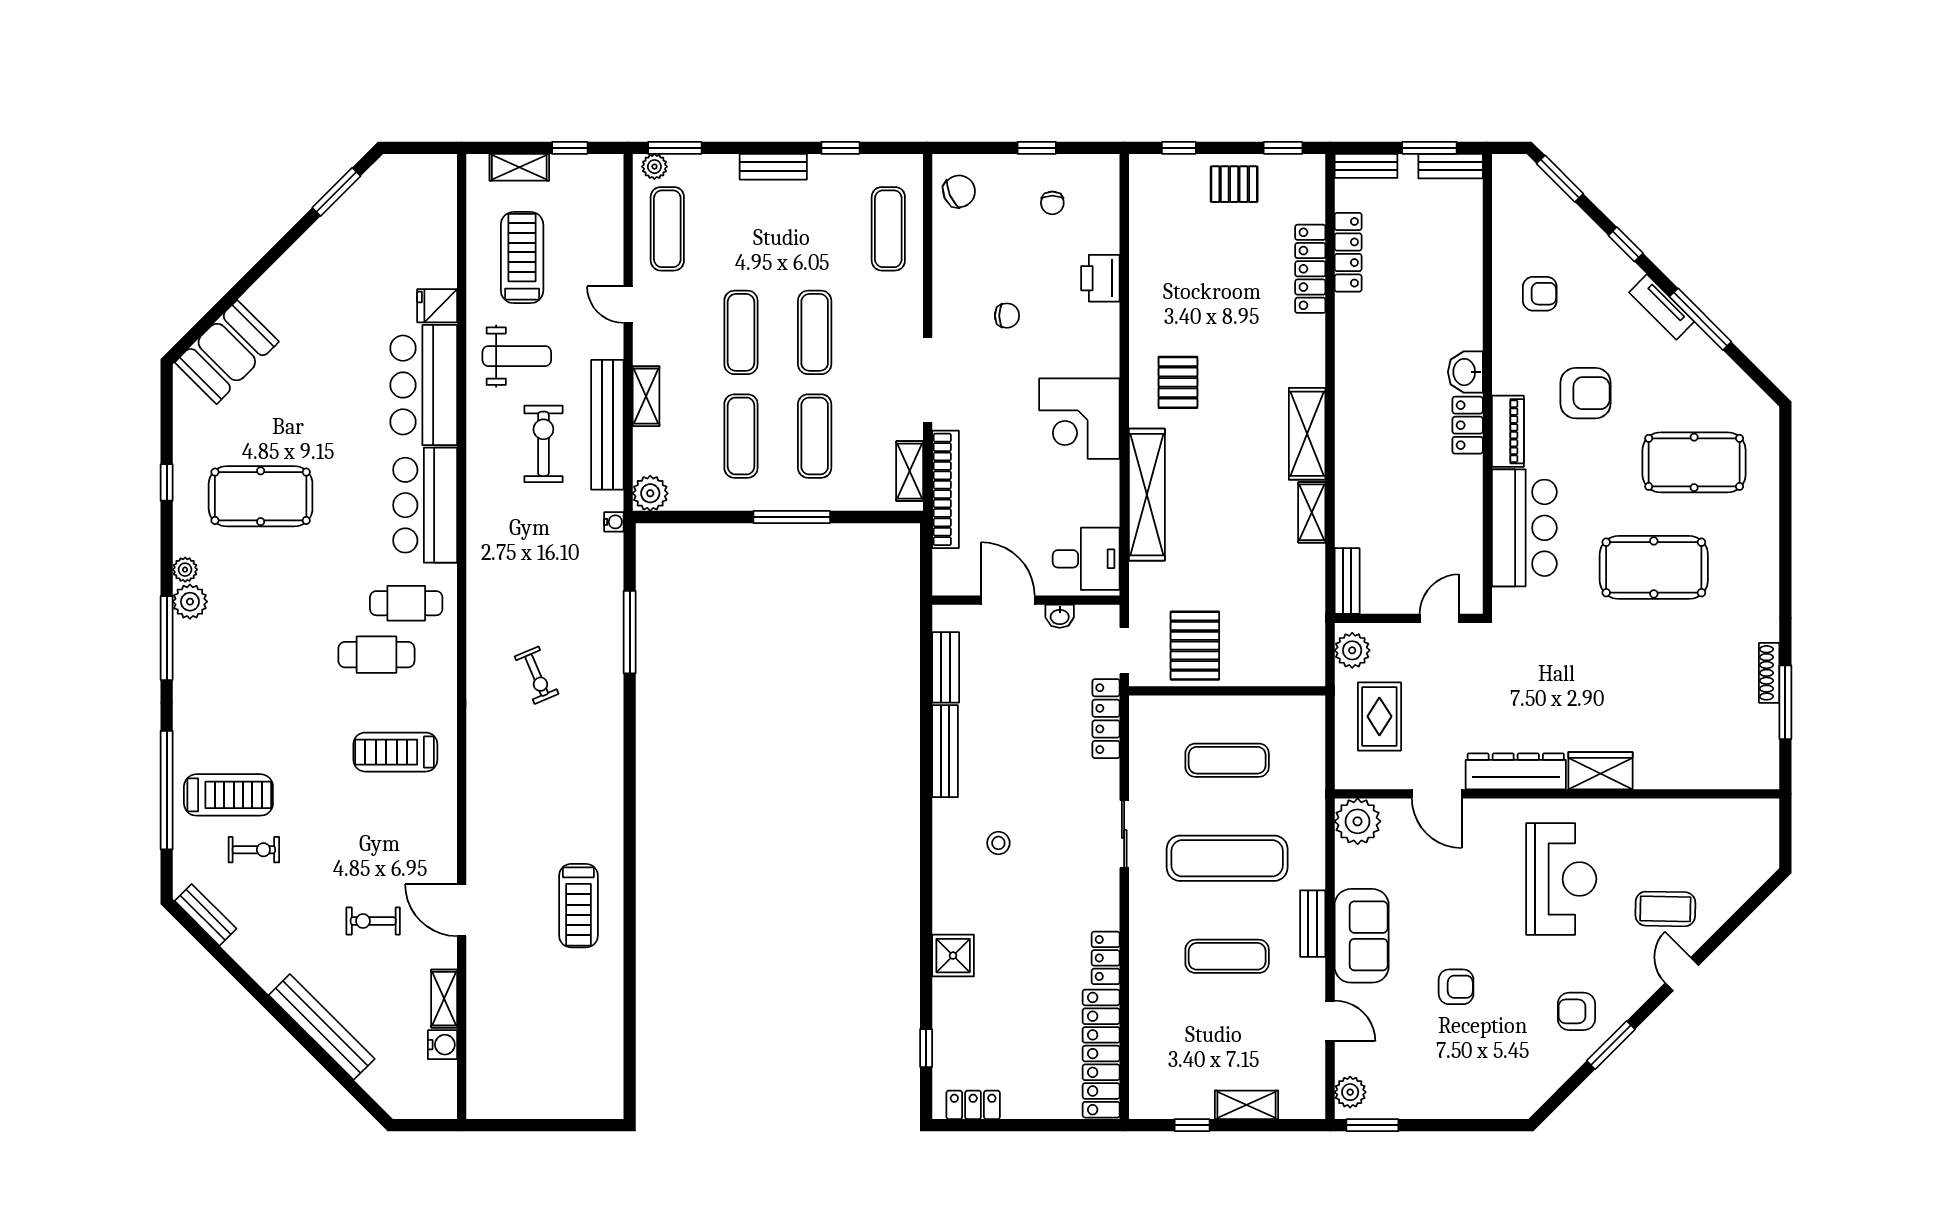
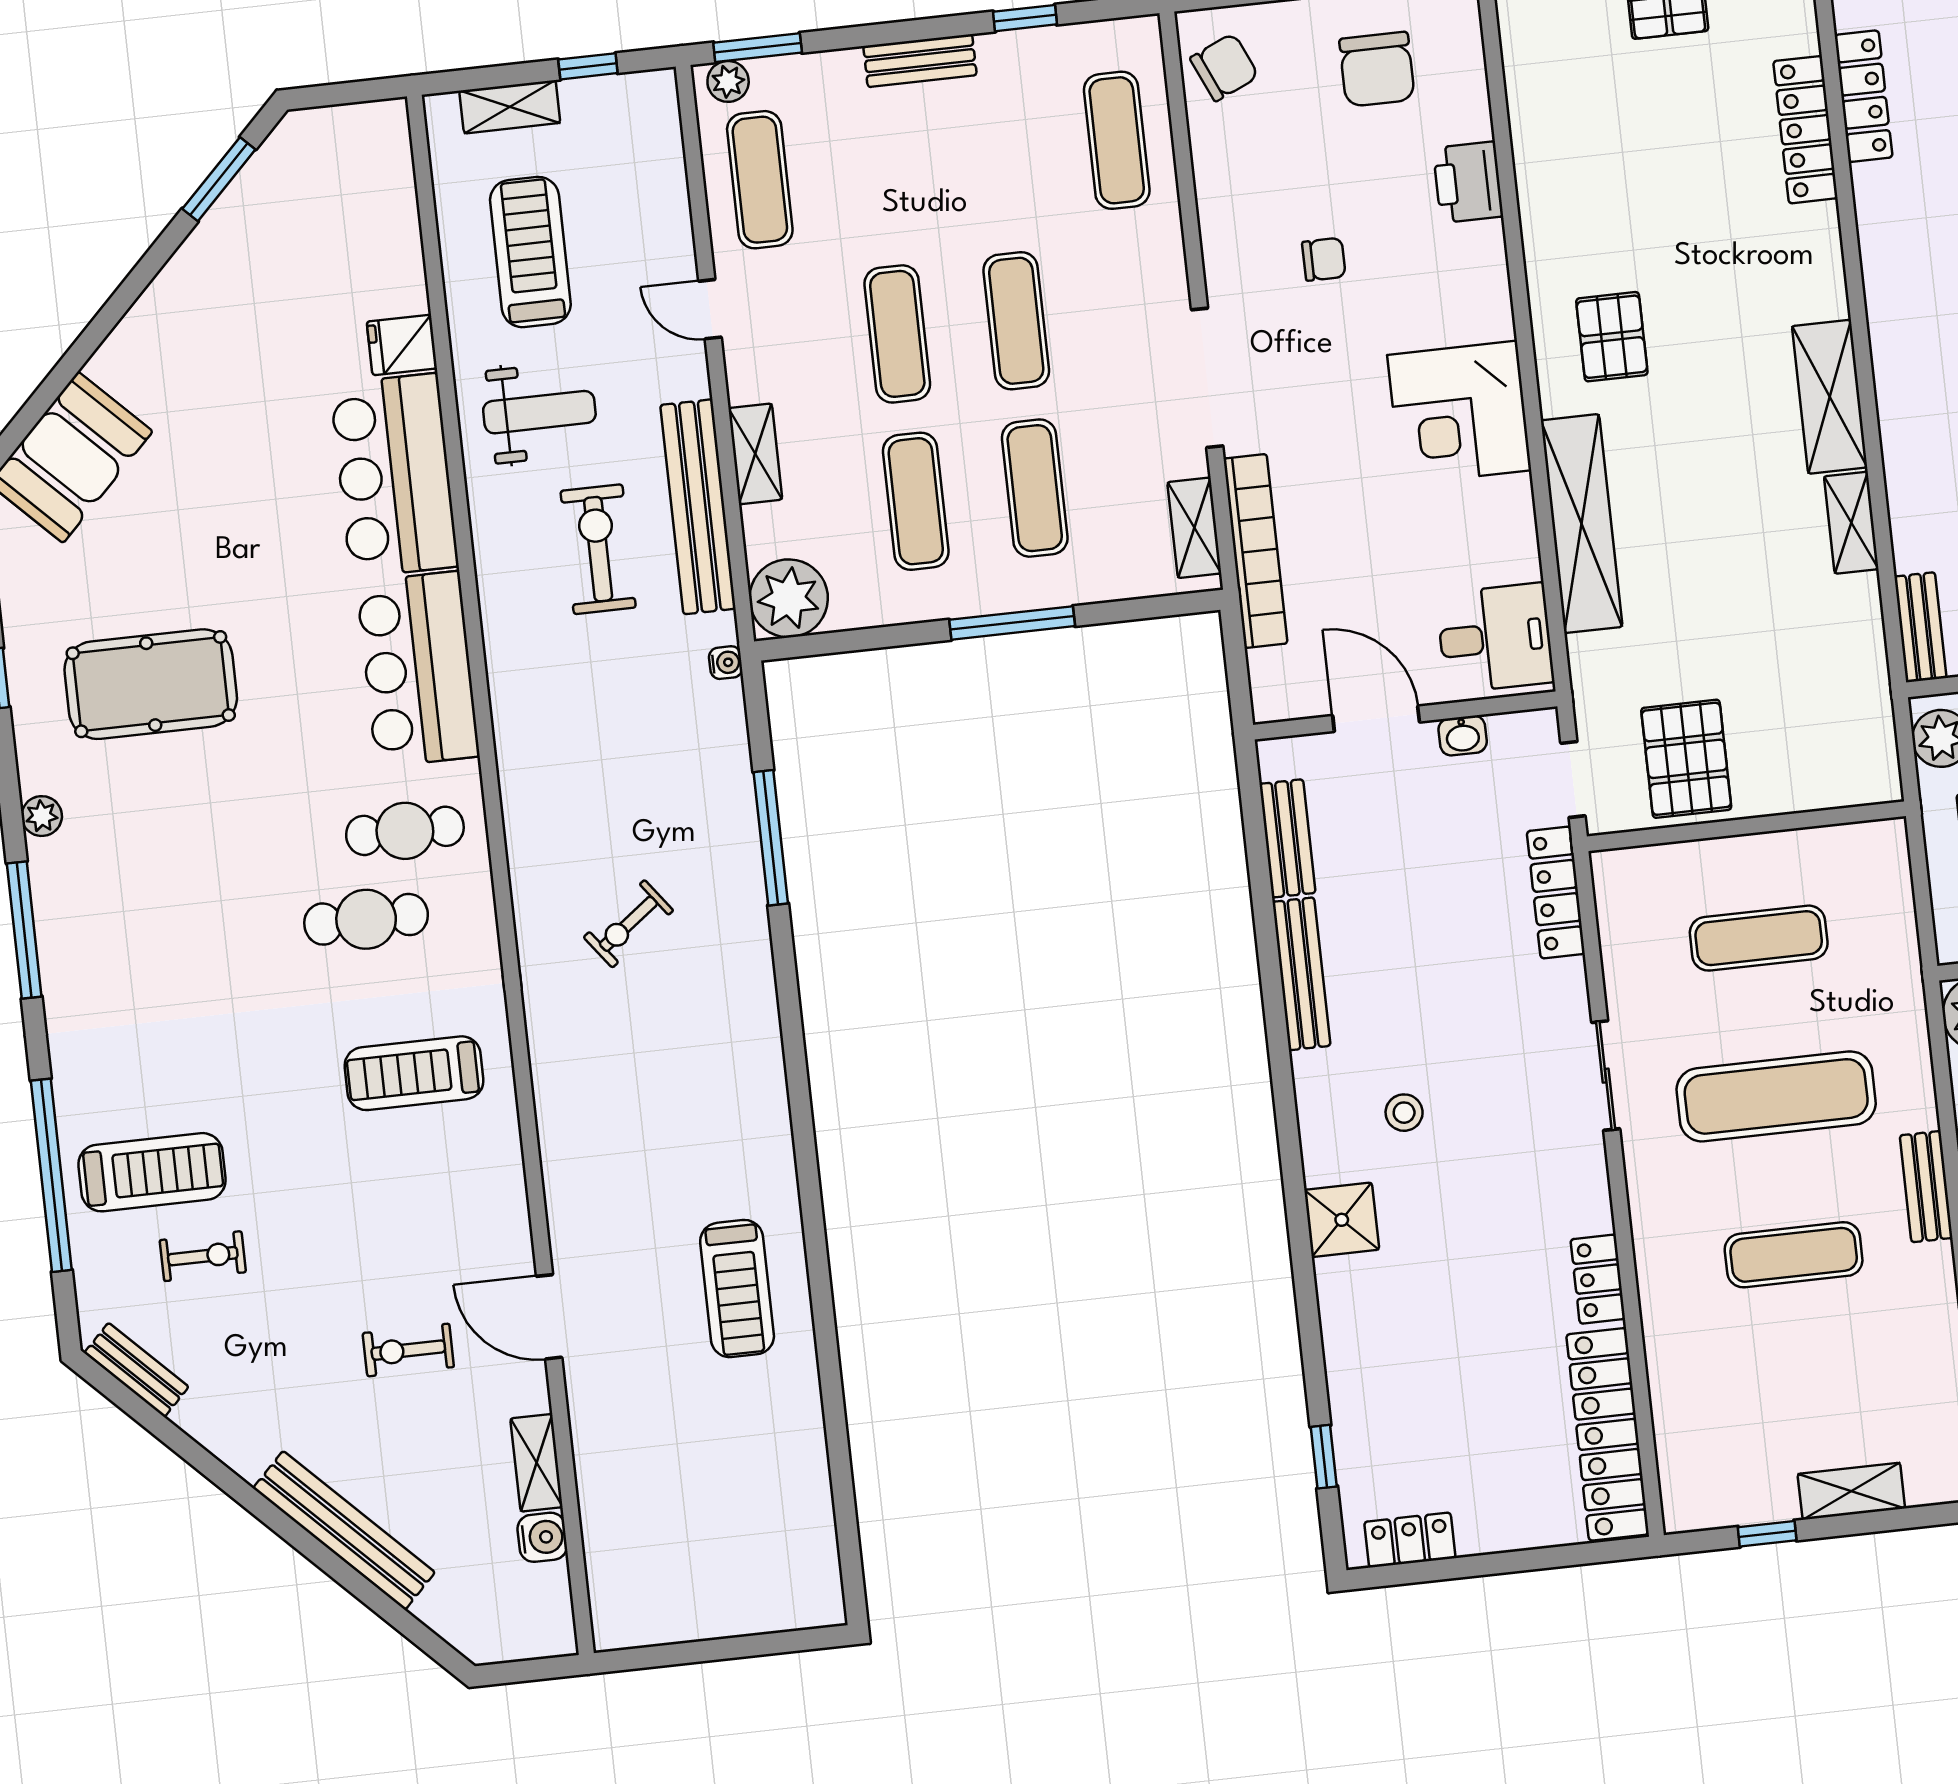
chair: (1052, 203) -> (1377, 69), width x1.87, depth x1.87
plant: (650, 493) -> (789, 598), width x1.36, depth x1.36
plant: (190, 602) -> (55, 867), removed
exercise bike: (537, 675) -> (628, 924), turned 76
shower: (953, 956) -> (1342, 1220), moved

